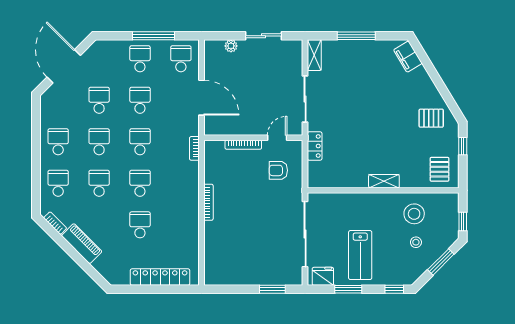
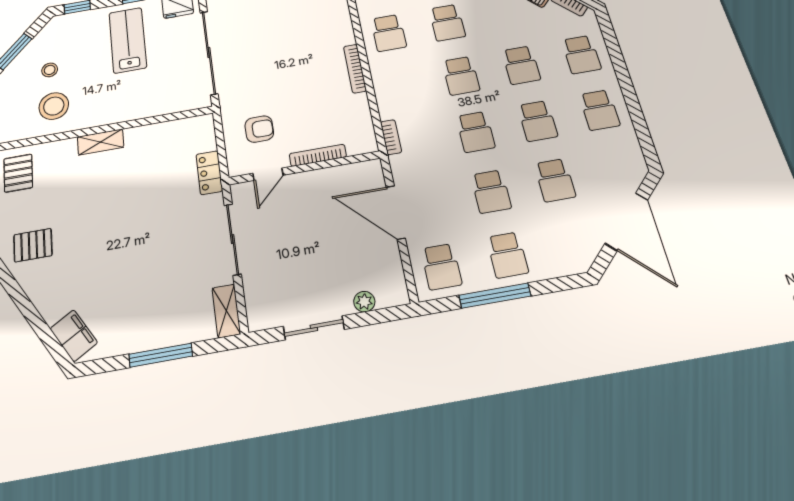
school desk: (181, 225) -> (389, 33), added

